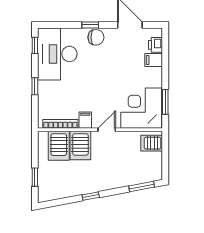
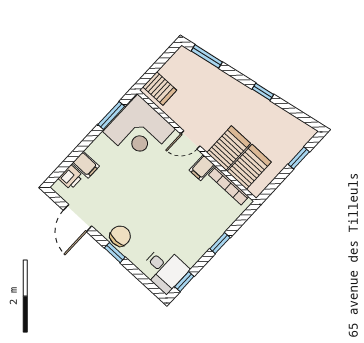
chair: (96, 37) -> (120, 236), turned 90
desk: (57, 54) -> (164, 269), width x0.53, depth x0.77

